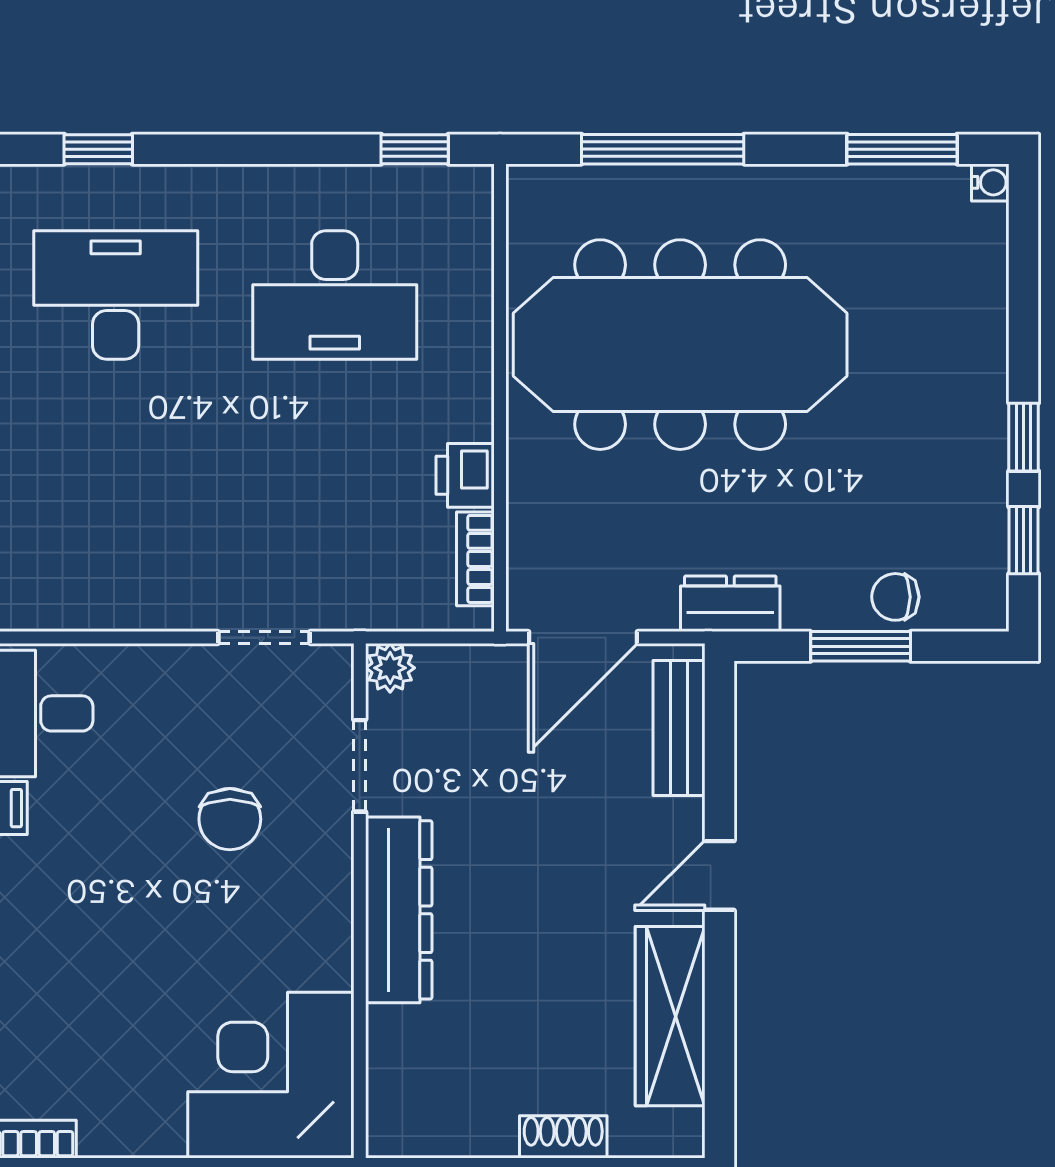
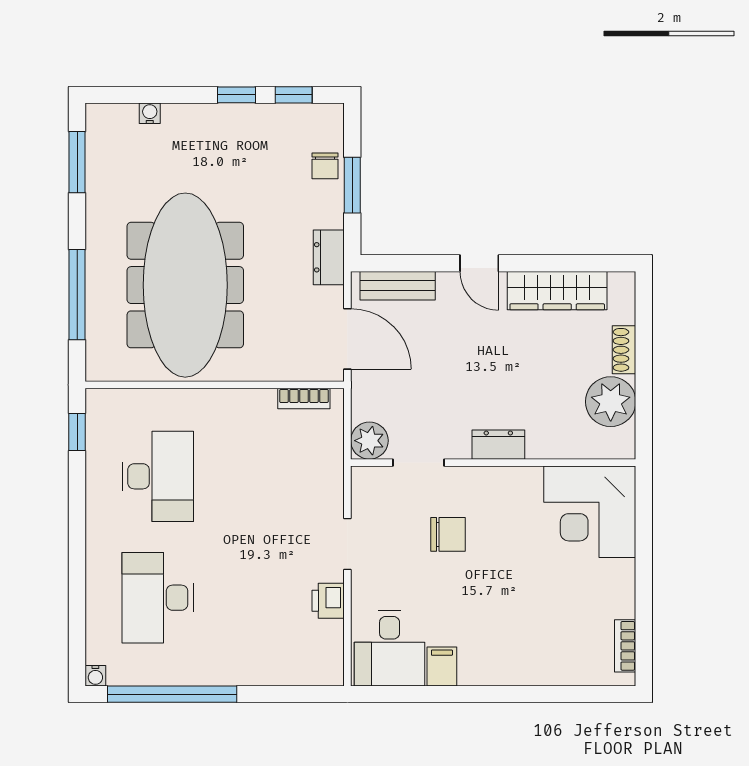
window: (98, 149) -> (77, 607), removed
water cooler: (990, 182) -> (150, 113), moved
printer: (465, 475) -> (328, 601), moved, turned 90
doorway: (264, 638) -> (347, 544), moved
plant: (390, 668) -> (369, 441), width x1.38, depth x1.38
dresser: (399, 910) -> (498, 445), width x0.51, depth x0.80
plant: (470, 1113) -> (611, 402), added

